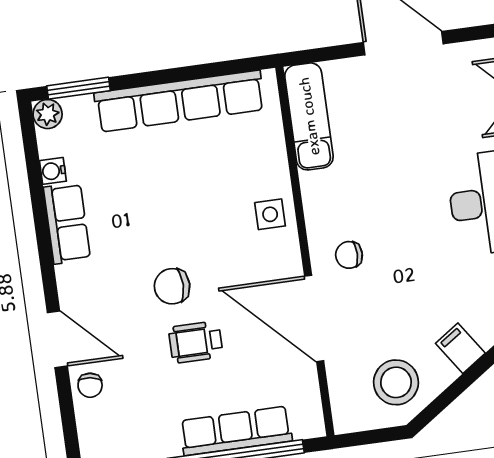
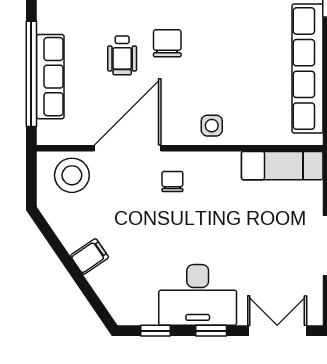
wheelchair: (196, 342) -> (122, 55), turned 180
stool: (396, 382) -> (72, 175), moved

